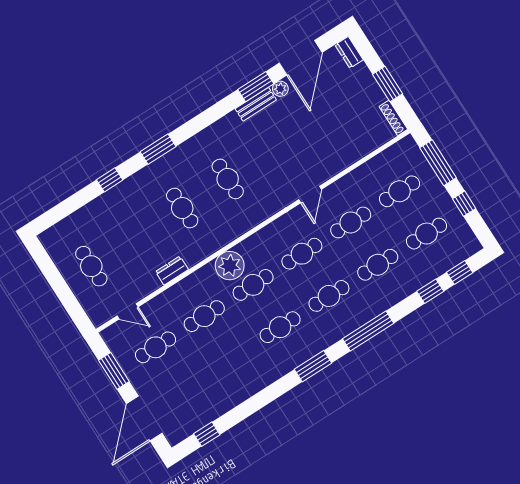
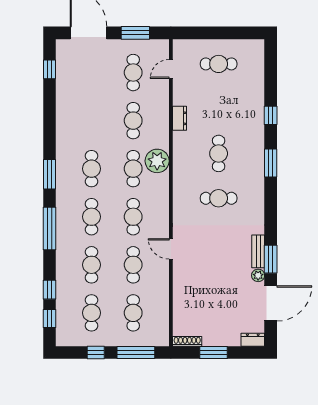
door: (301, 58) -> (271, 303), swing flipped
cafe table: (182, 208) -> (219, 153), turned 90

